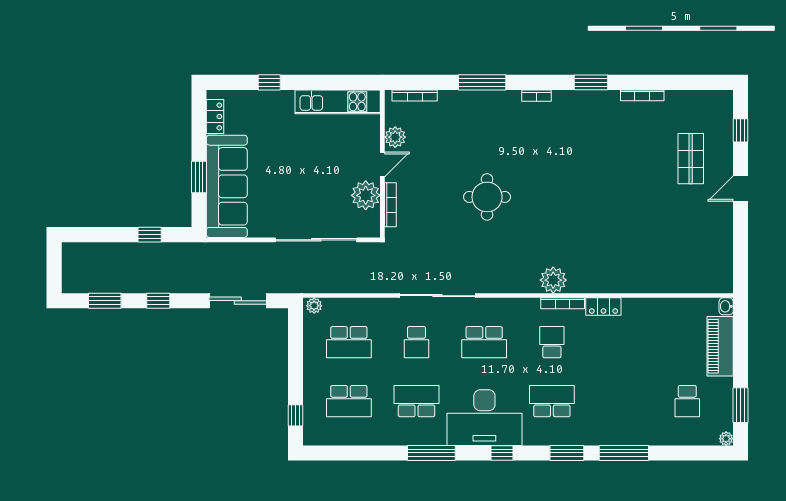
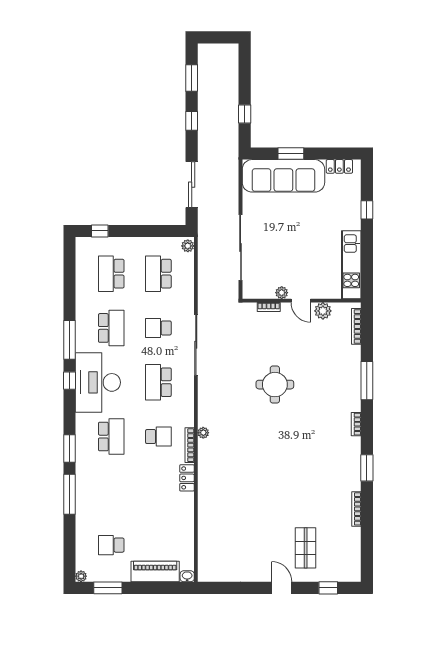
shop shelf: (691, 159) -> (306, 548), turned 90
plant: (366, 195) -> (282, 293), width x0.53, depth x0.53
bookcase: (390, 205) -> (269, 307), width x0.64
plant: (553, 280) -> (203, 433), width x0.53, depth x0.53
window: (502, 453) -> (70, 381), moved

